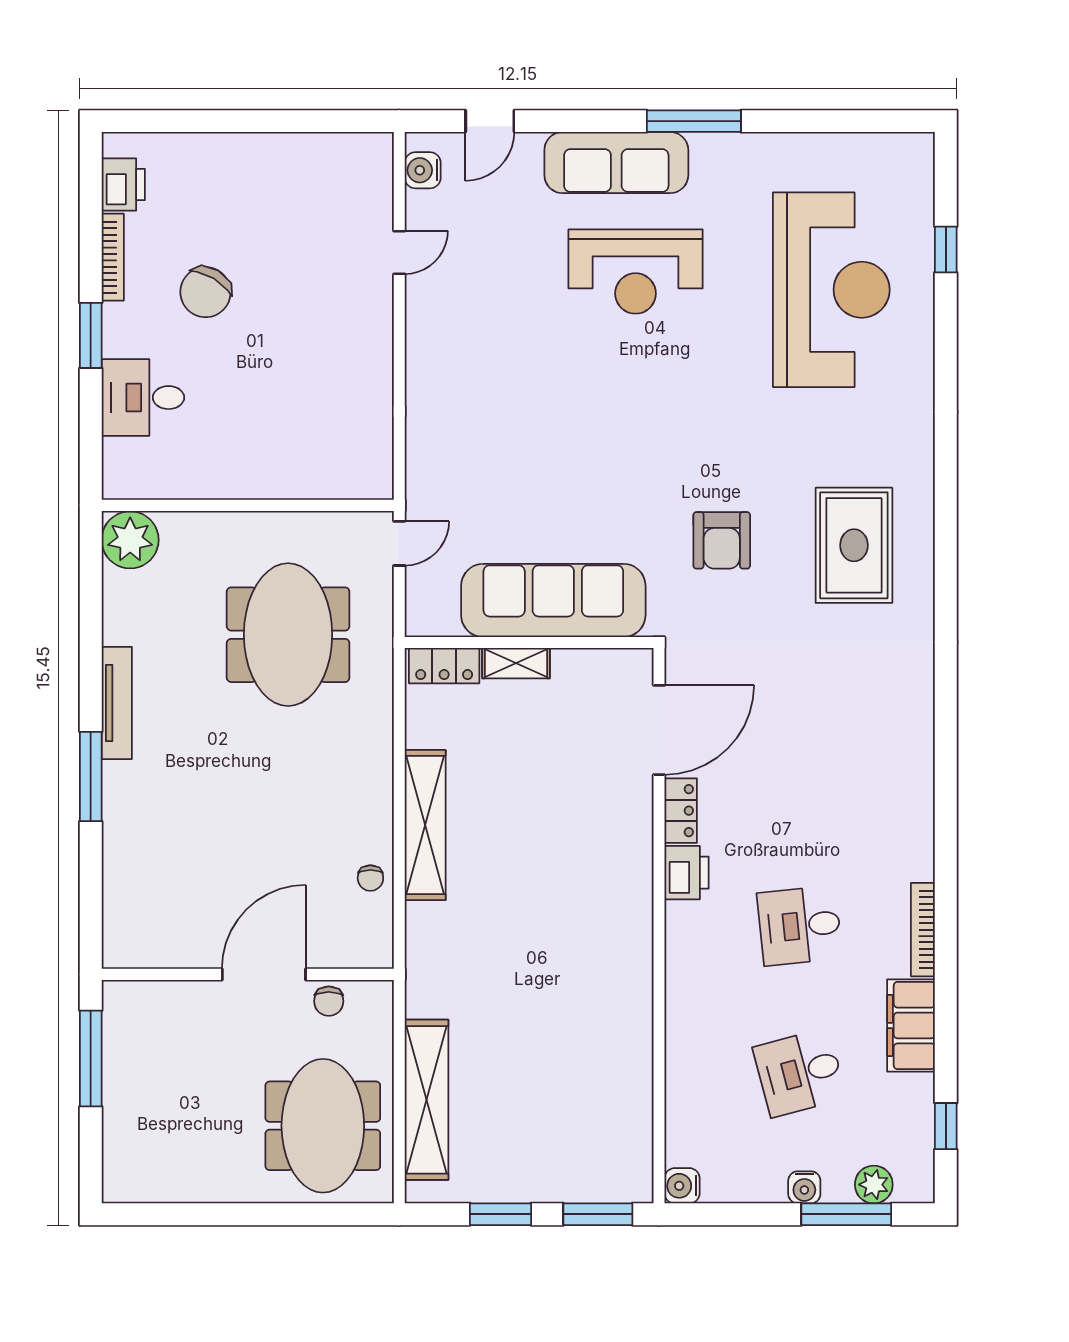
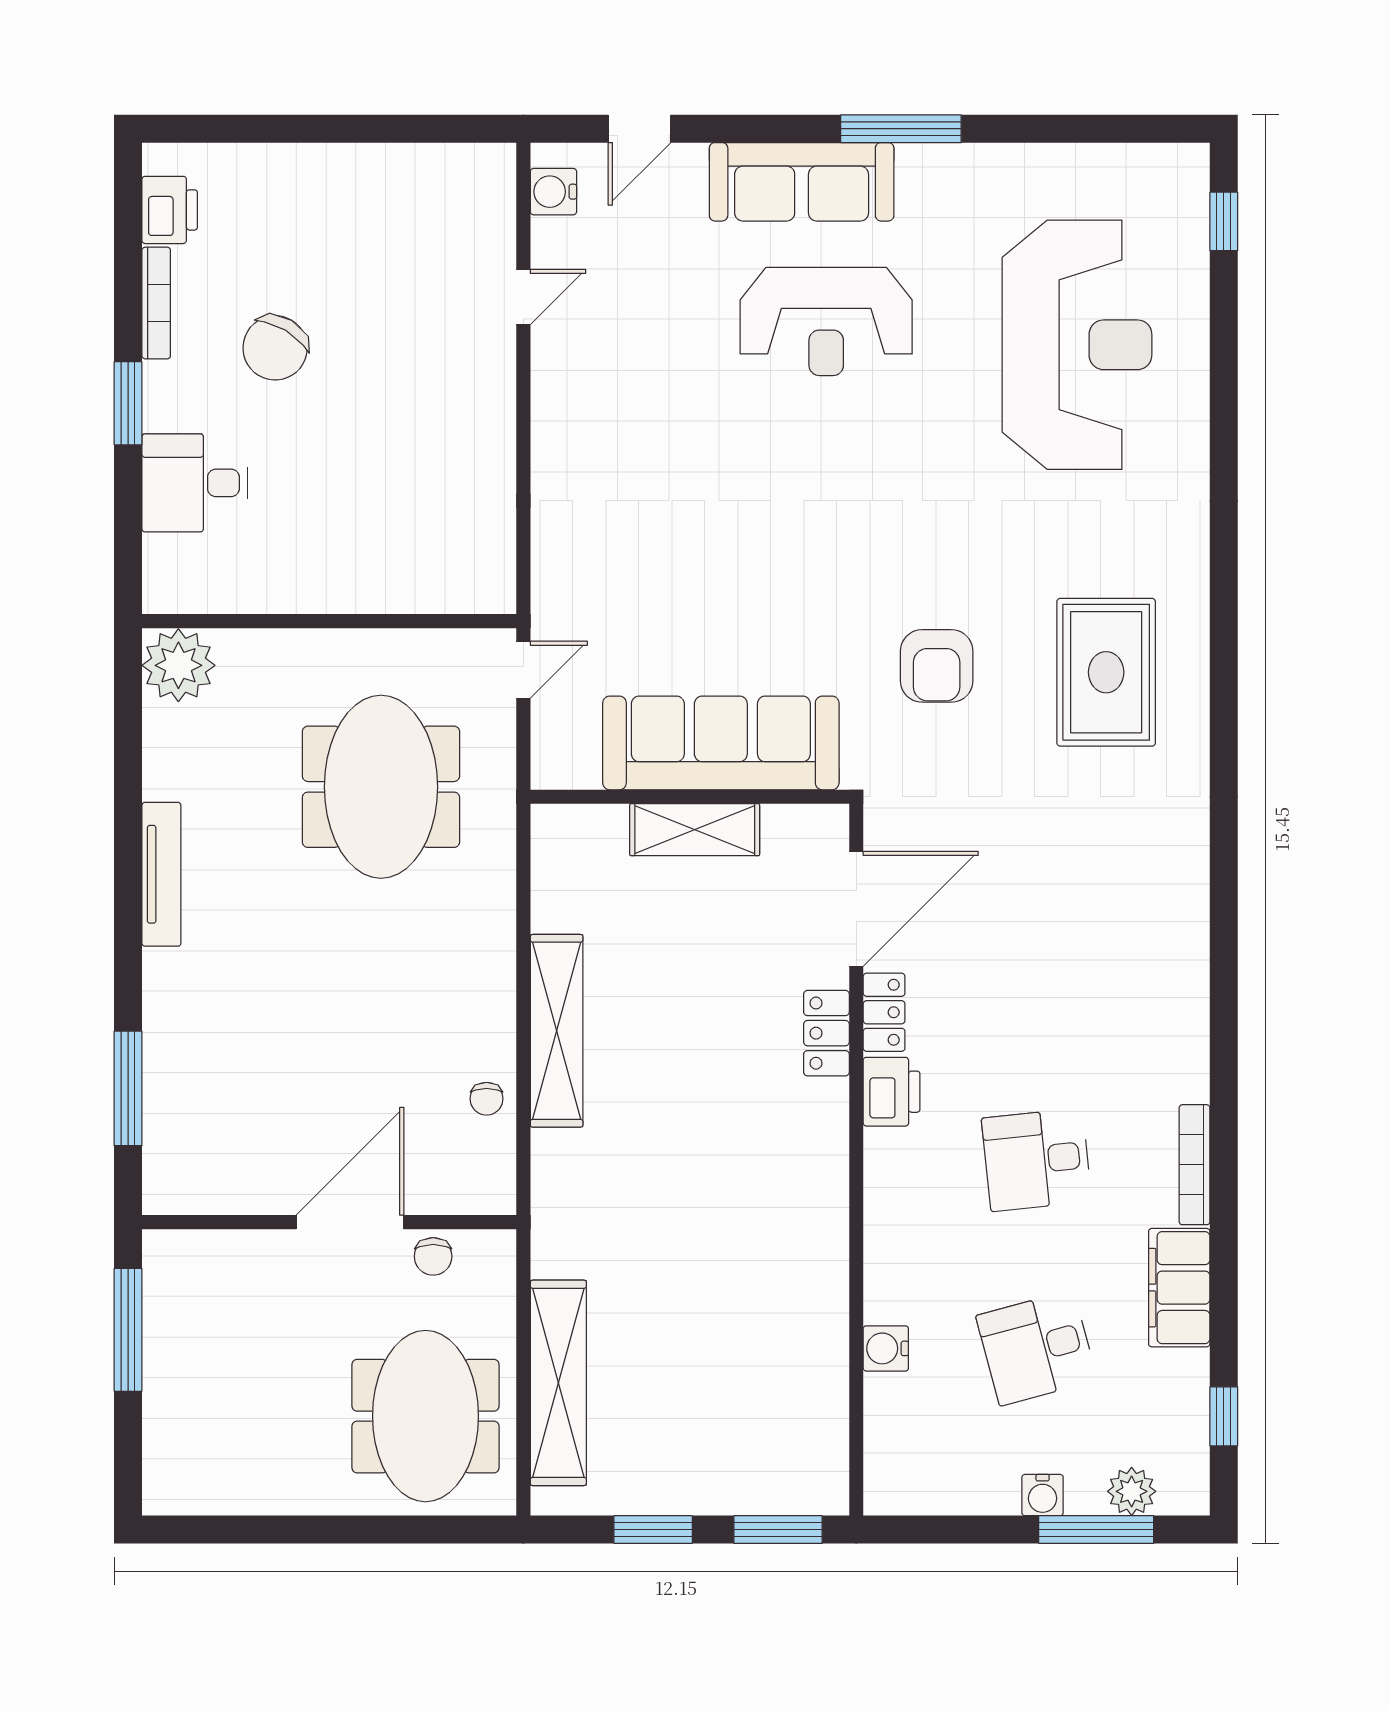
window: (946, 249) -> (1224, 221), moved
shelving: (516, 663) -> (695, 830), width x1.50, depth x1.33
locker: (444, 666) -> (826, 1033), moved, turned 90
window: (91, 776) -> (128, 1088), moved
water cooler: (682, 1186) -> (886, 1348), moved

